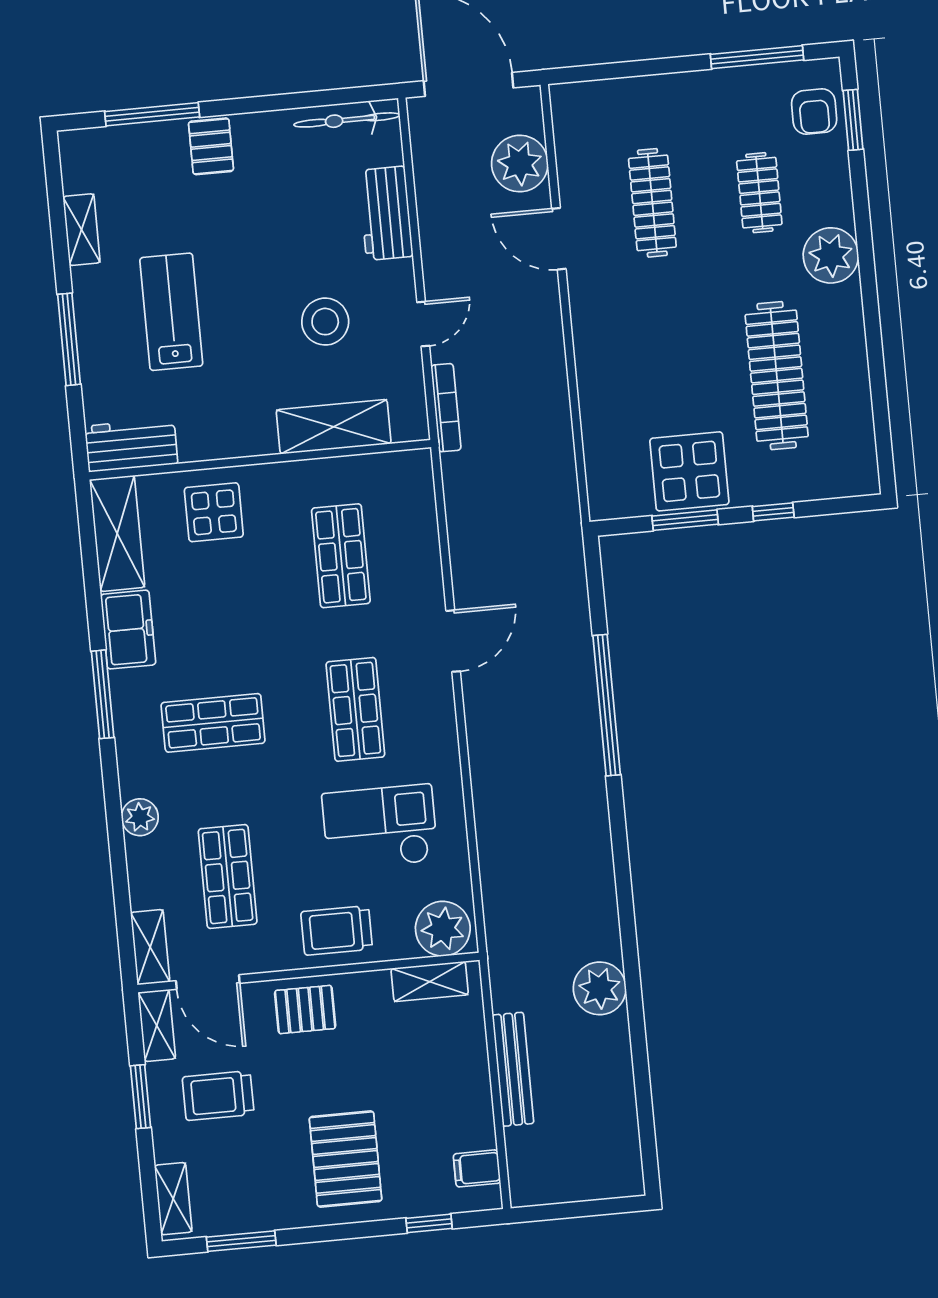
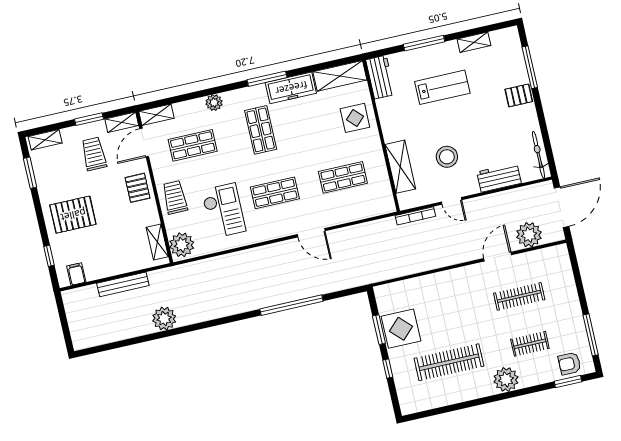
freezer: (128, 630) -> (291, 88), width x1.40

